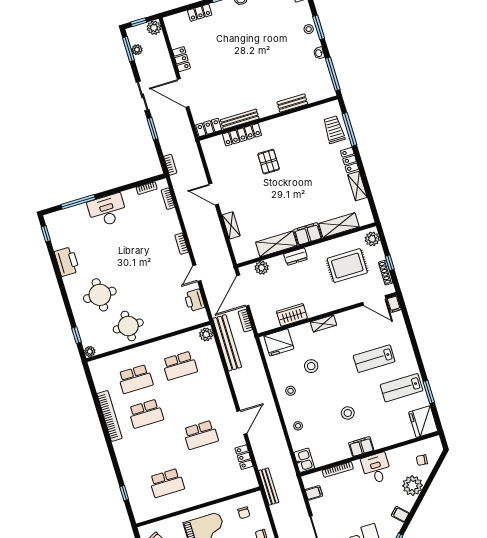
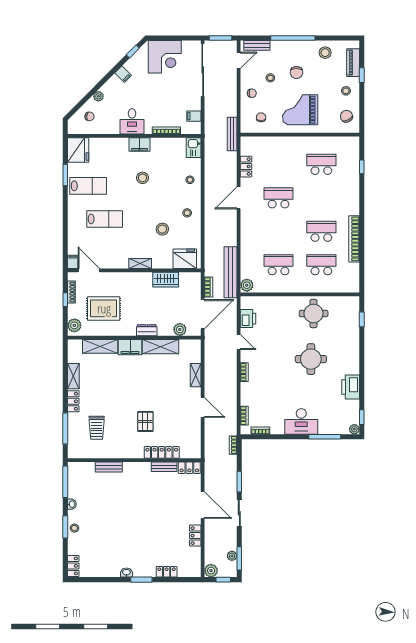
bench: (240, 119) -> (164, 467), width x0.73
trolley: (334, 130) -> (97, 428), moved
door: (197, 273) -> (239, 342), hinge flipped
round table: (100, 295) -> (311, 359), moved
plant: (90, 351) -> (354, 429), moved
plant: (412, 486) -> (98, 96), width x0.53, depth x0.53

